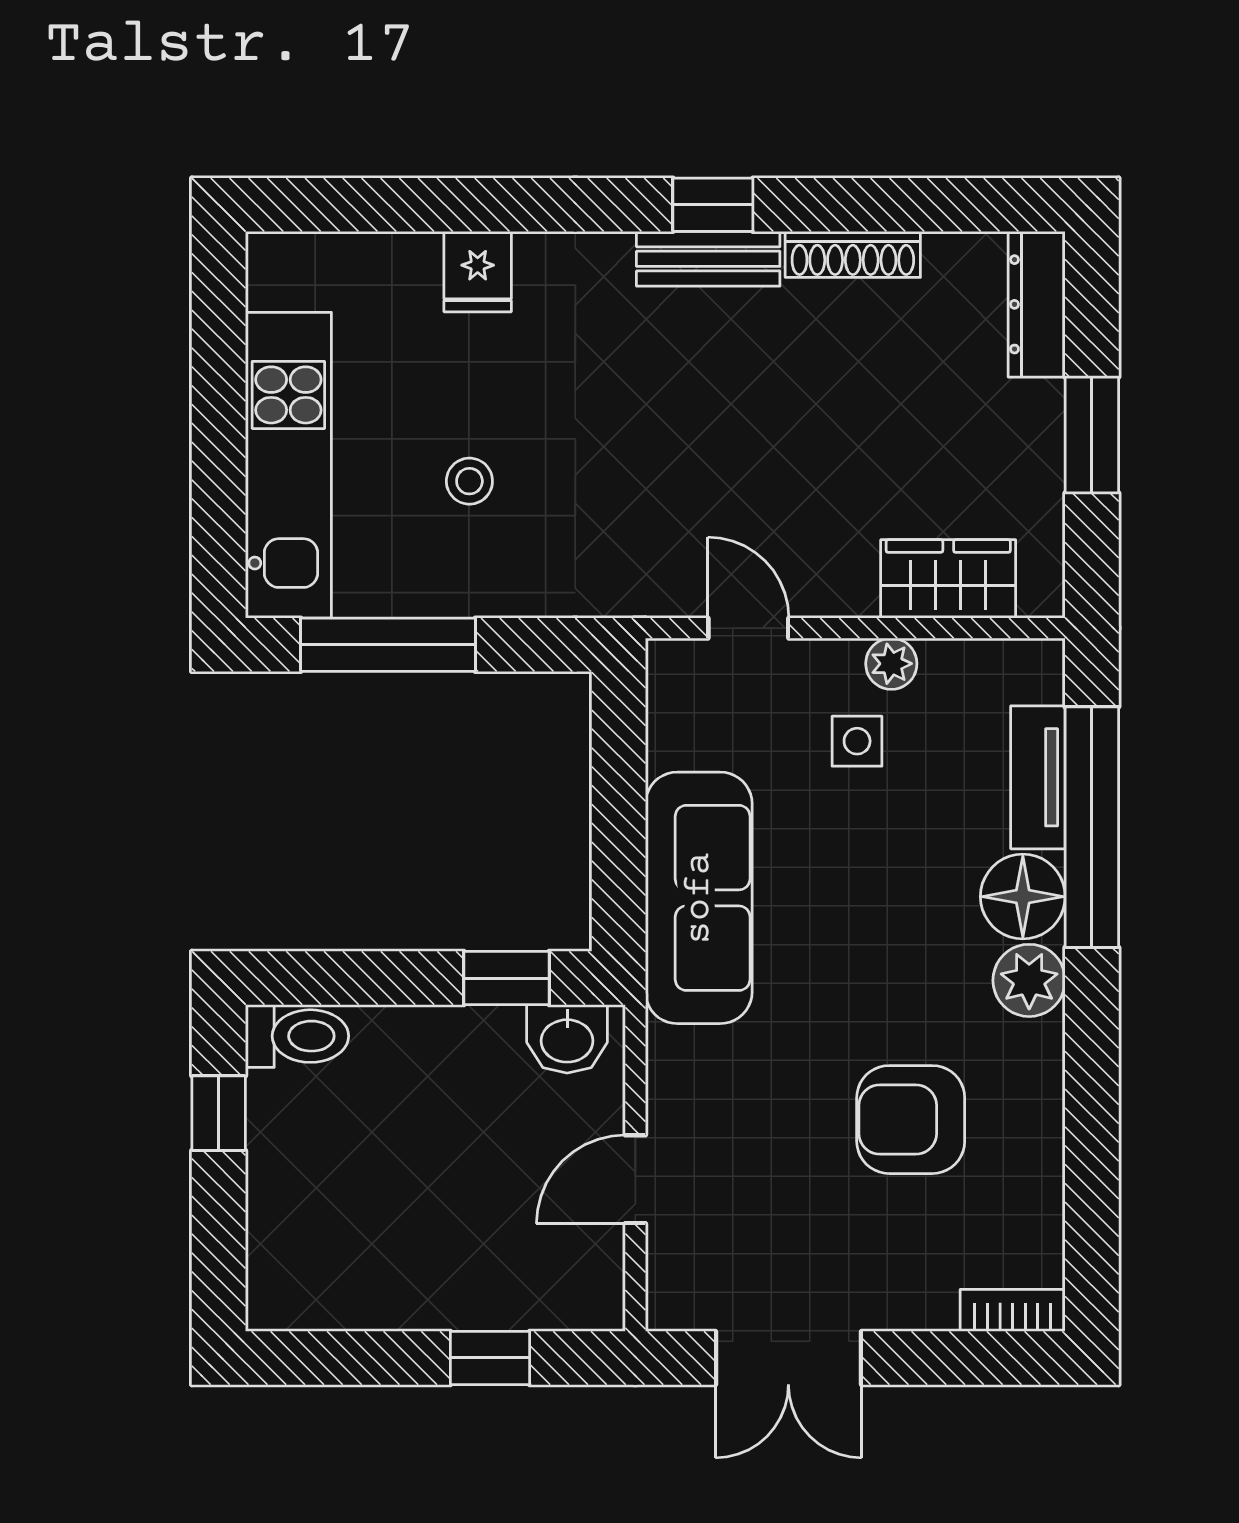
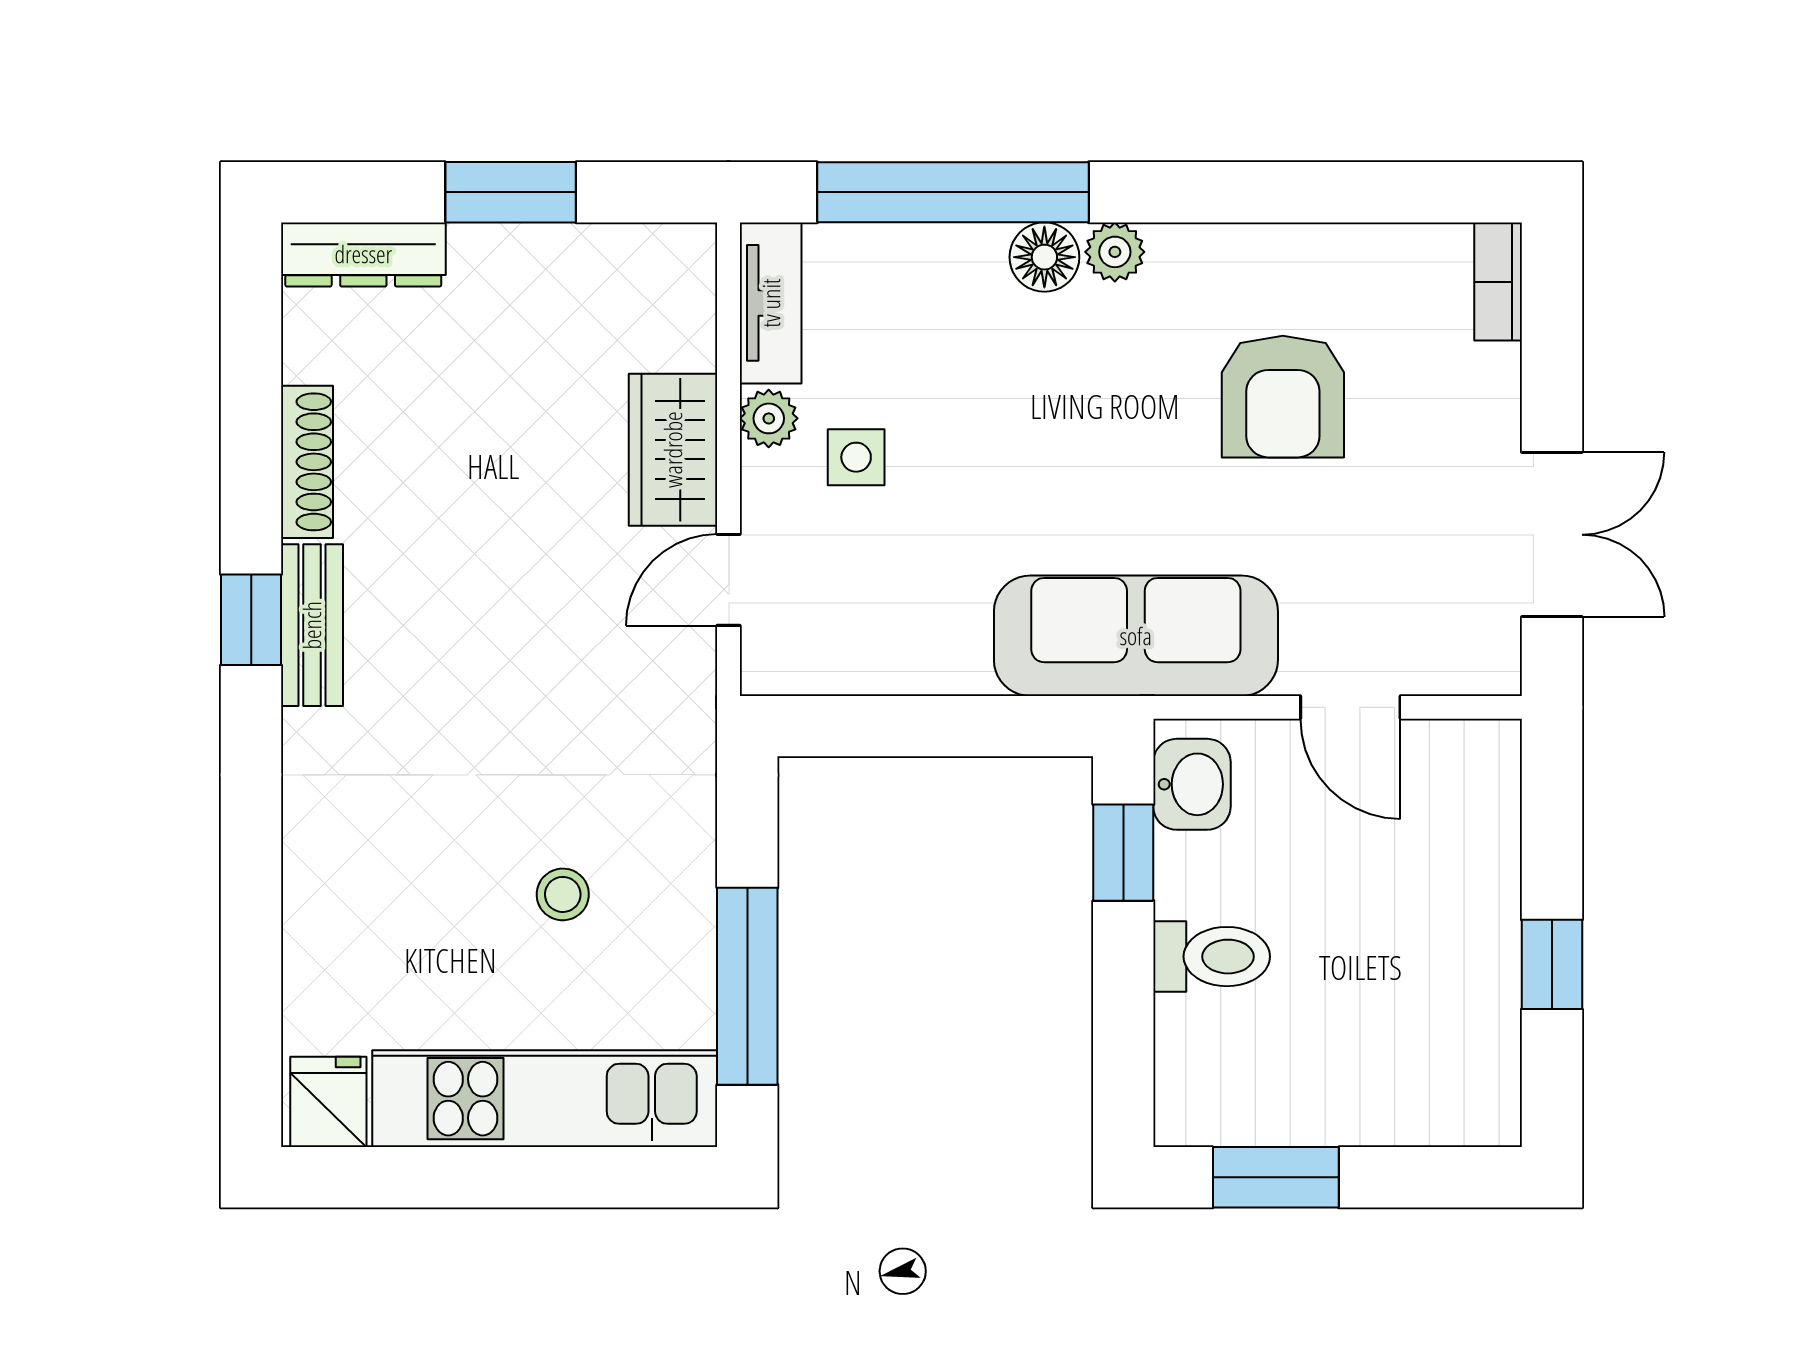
fridge: (478, 272) -> (328, 1102), moved, turned -90
wardrobe: (948, 579) -> (673, 450), moved
tv unit: (1038, 777) -> (771, 303), moved, turned -90
floor lamp: (1023, 897) -> (1044, 257), width x0.73, depth x0.73
sofa: (699, 898) -> (1136, 636), moved
plant: (1029, 980) -> (1115, 252), width x0.73, depth x0.73
toilet: (297, 1036) -> (1212, 957), moved, turned 90
window: (219, 1113) -> (1276, 1177), width x1.50
window: (490, 1358) -> (1552, 964), moved

